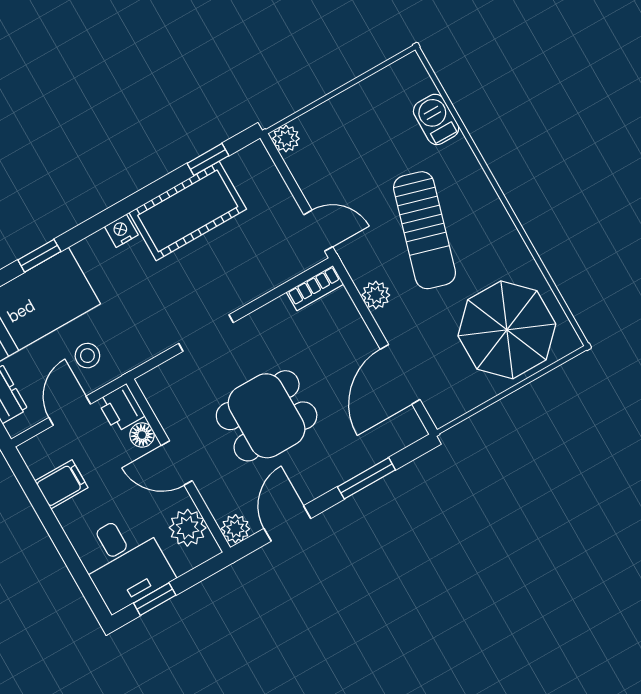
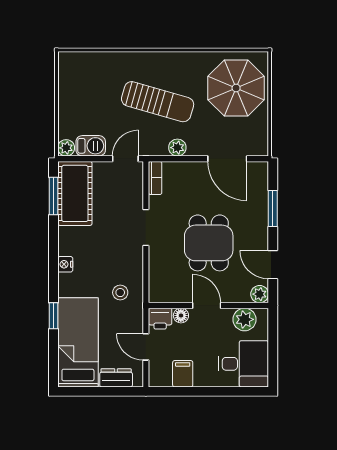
barbecue: (436, 119) -> (91, 146), moved, turned 180
window: (208, 159) -> (53, 196), width x1.50
cot: (188, 211) -> (75, 193), moved
doorway: (206, 333) -> (146, 228), moved
stool: (87, 356) -> (120, 293), moved
door: (177, 463) -> (207, 305), swing flipped
window: (155, 599) -> (273, 359), removed

